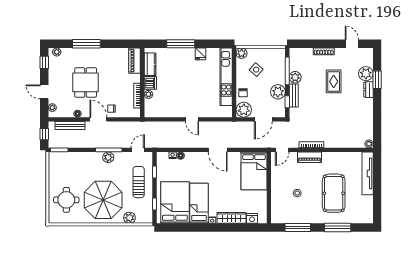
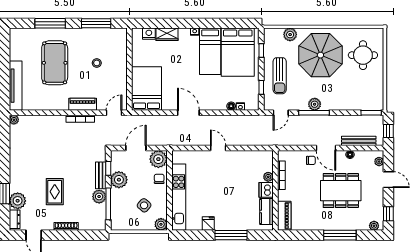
dining table: (86, 82) -> (341, 191), width x1.38
dresser: (368, 90) -> (15, 219), moved
wardrobe: (232, 218) -> (167, 34), width x0.67

